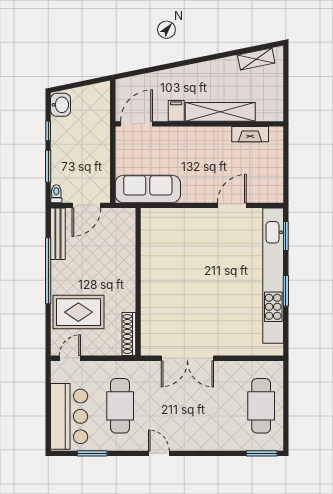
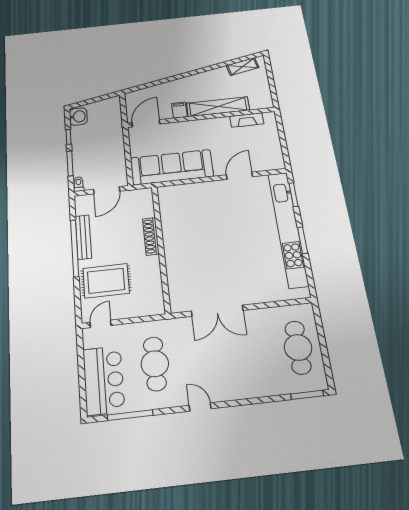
sofa: (148, 189) -> (172, 167), width x1.36, depth x1.27
bench: (58, 234) -> (83, 237), moved
shoe rack: (129, 334) -> (151, 236), moved
window: (92, 453) -> (130, 415), width x1.44

